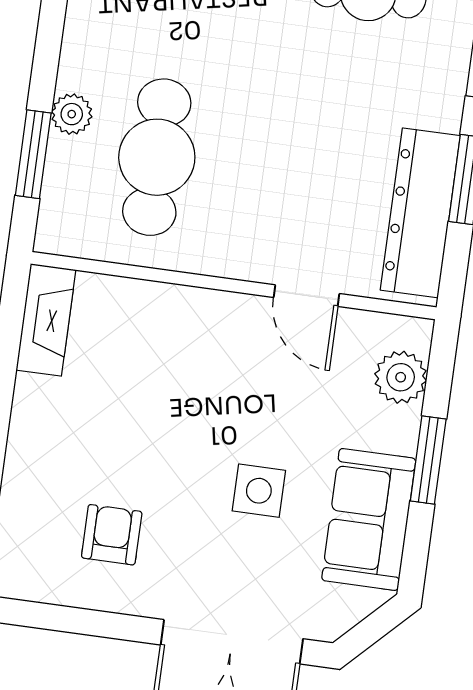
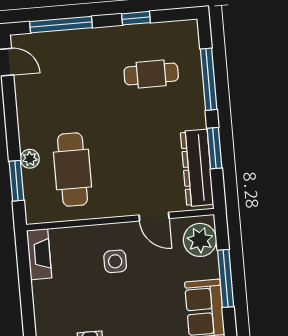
plant: (401, 377) -> (200, 240), width x1.36, depth x1.36
window: (428, 460) -> (226, 278), width x1.44
side table: (259, 491) -> (115, 261), moved

